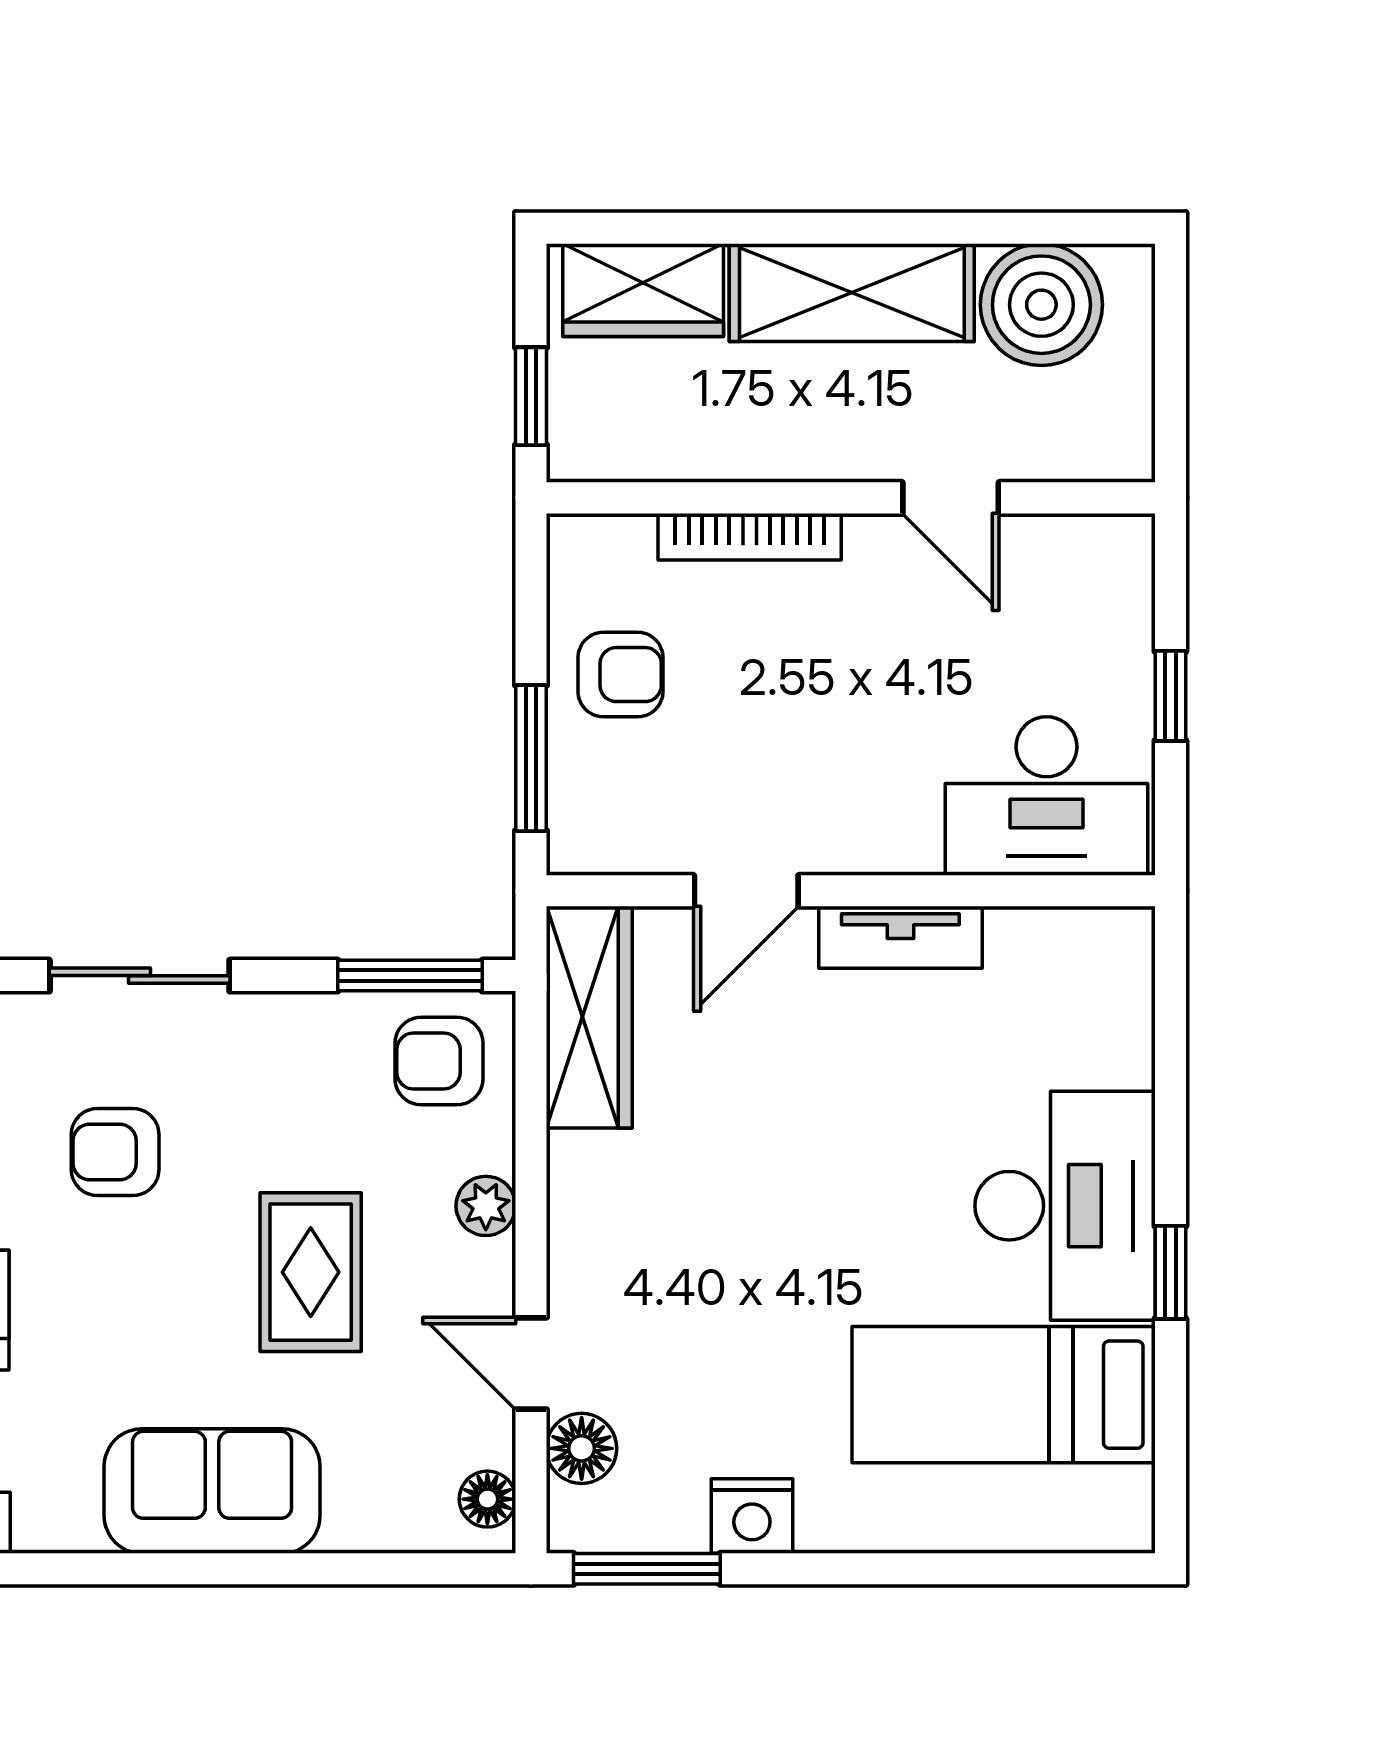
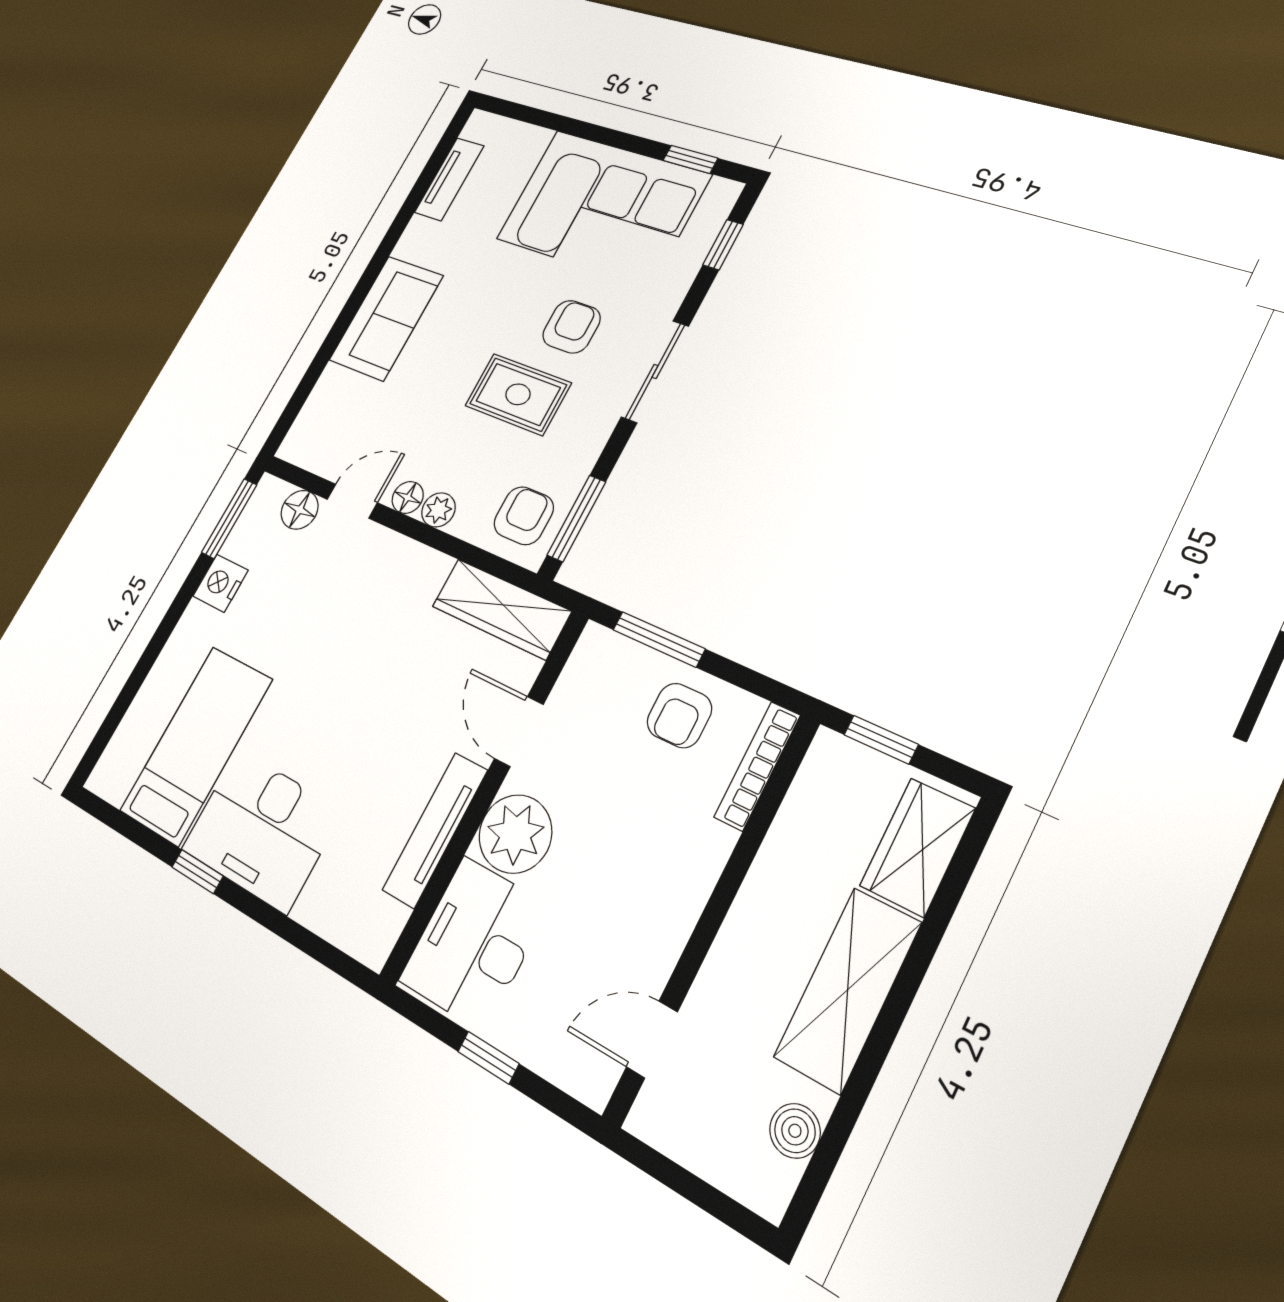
boiler: (1041, 305) -> (795, 1131), width x0.54, depth x0.54
door: (951, 498) -> (652, 1039), moved
bookcase: (750, 537) -> (757, 766), moved
plant: (882, 818) -> (515, 834), added
tv unit: (900, 937) -> (435, 830), width x1.41
rug: (311, 1272) -> (518, 394), moved
floor lamp: (487, 1499) -> (408, 497), moved

